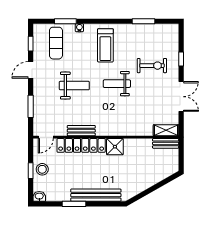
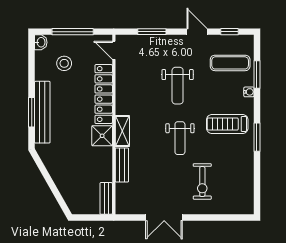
window: (143, 21) -> (257, 137), moved
window: (181, 59) -> (210, 217), removed
weight bench: (117, 84) -> (180, 138), turned 180
shelving: (166, 130) -> (122, 131), moved
bench: (81, 131) -> (122, 165), moved
stool: (42, 169) -> (64, 63), moved
window: (31, 171) -> (73, 32), width x2.17
window: (74, 204) -> (32, 112), moved

